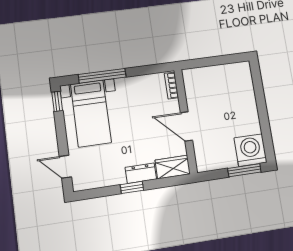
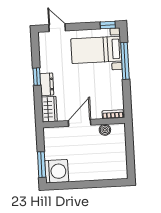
boiler: (192, 94) -> (105, 130), added
door: (65, 167) -> (57, 28), hinge flipped

